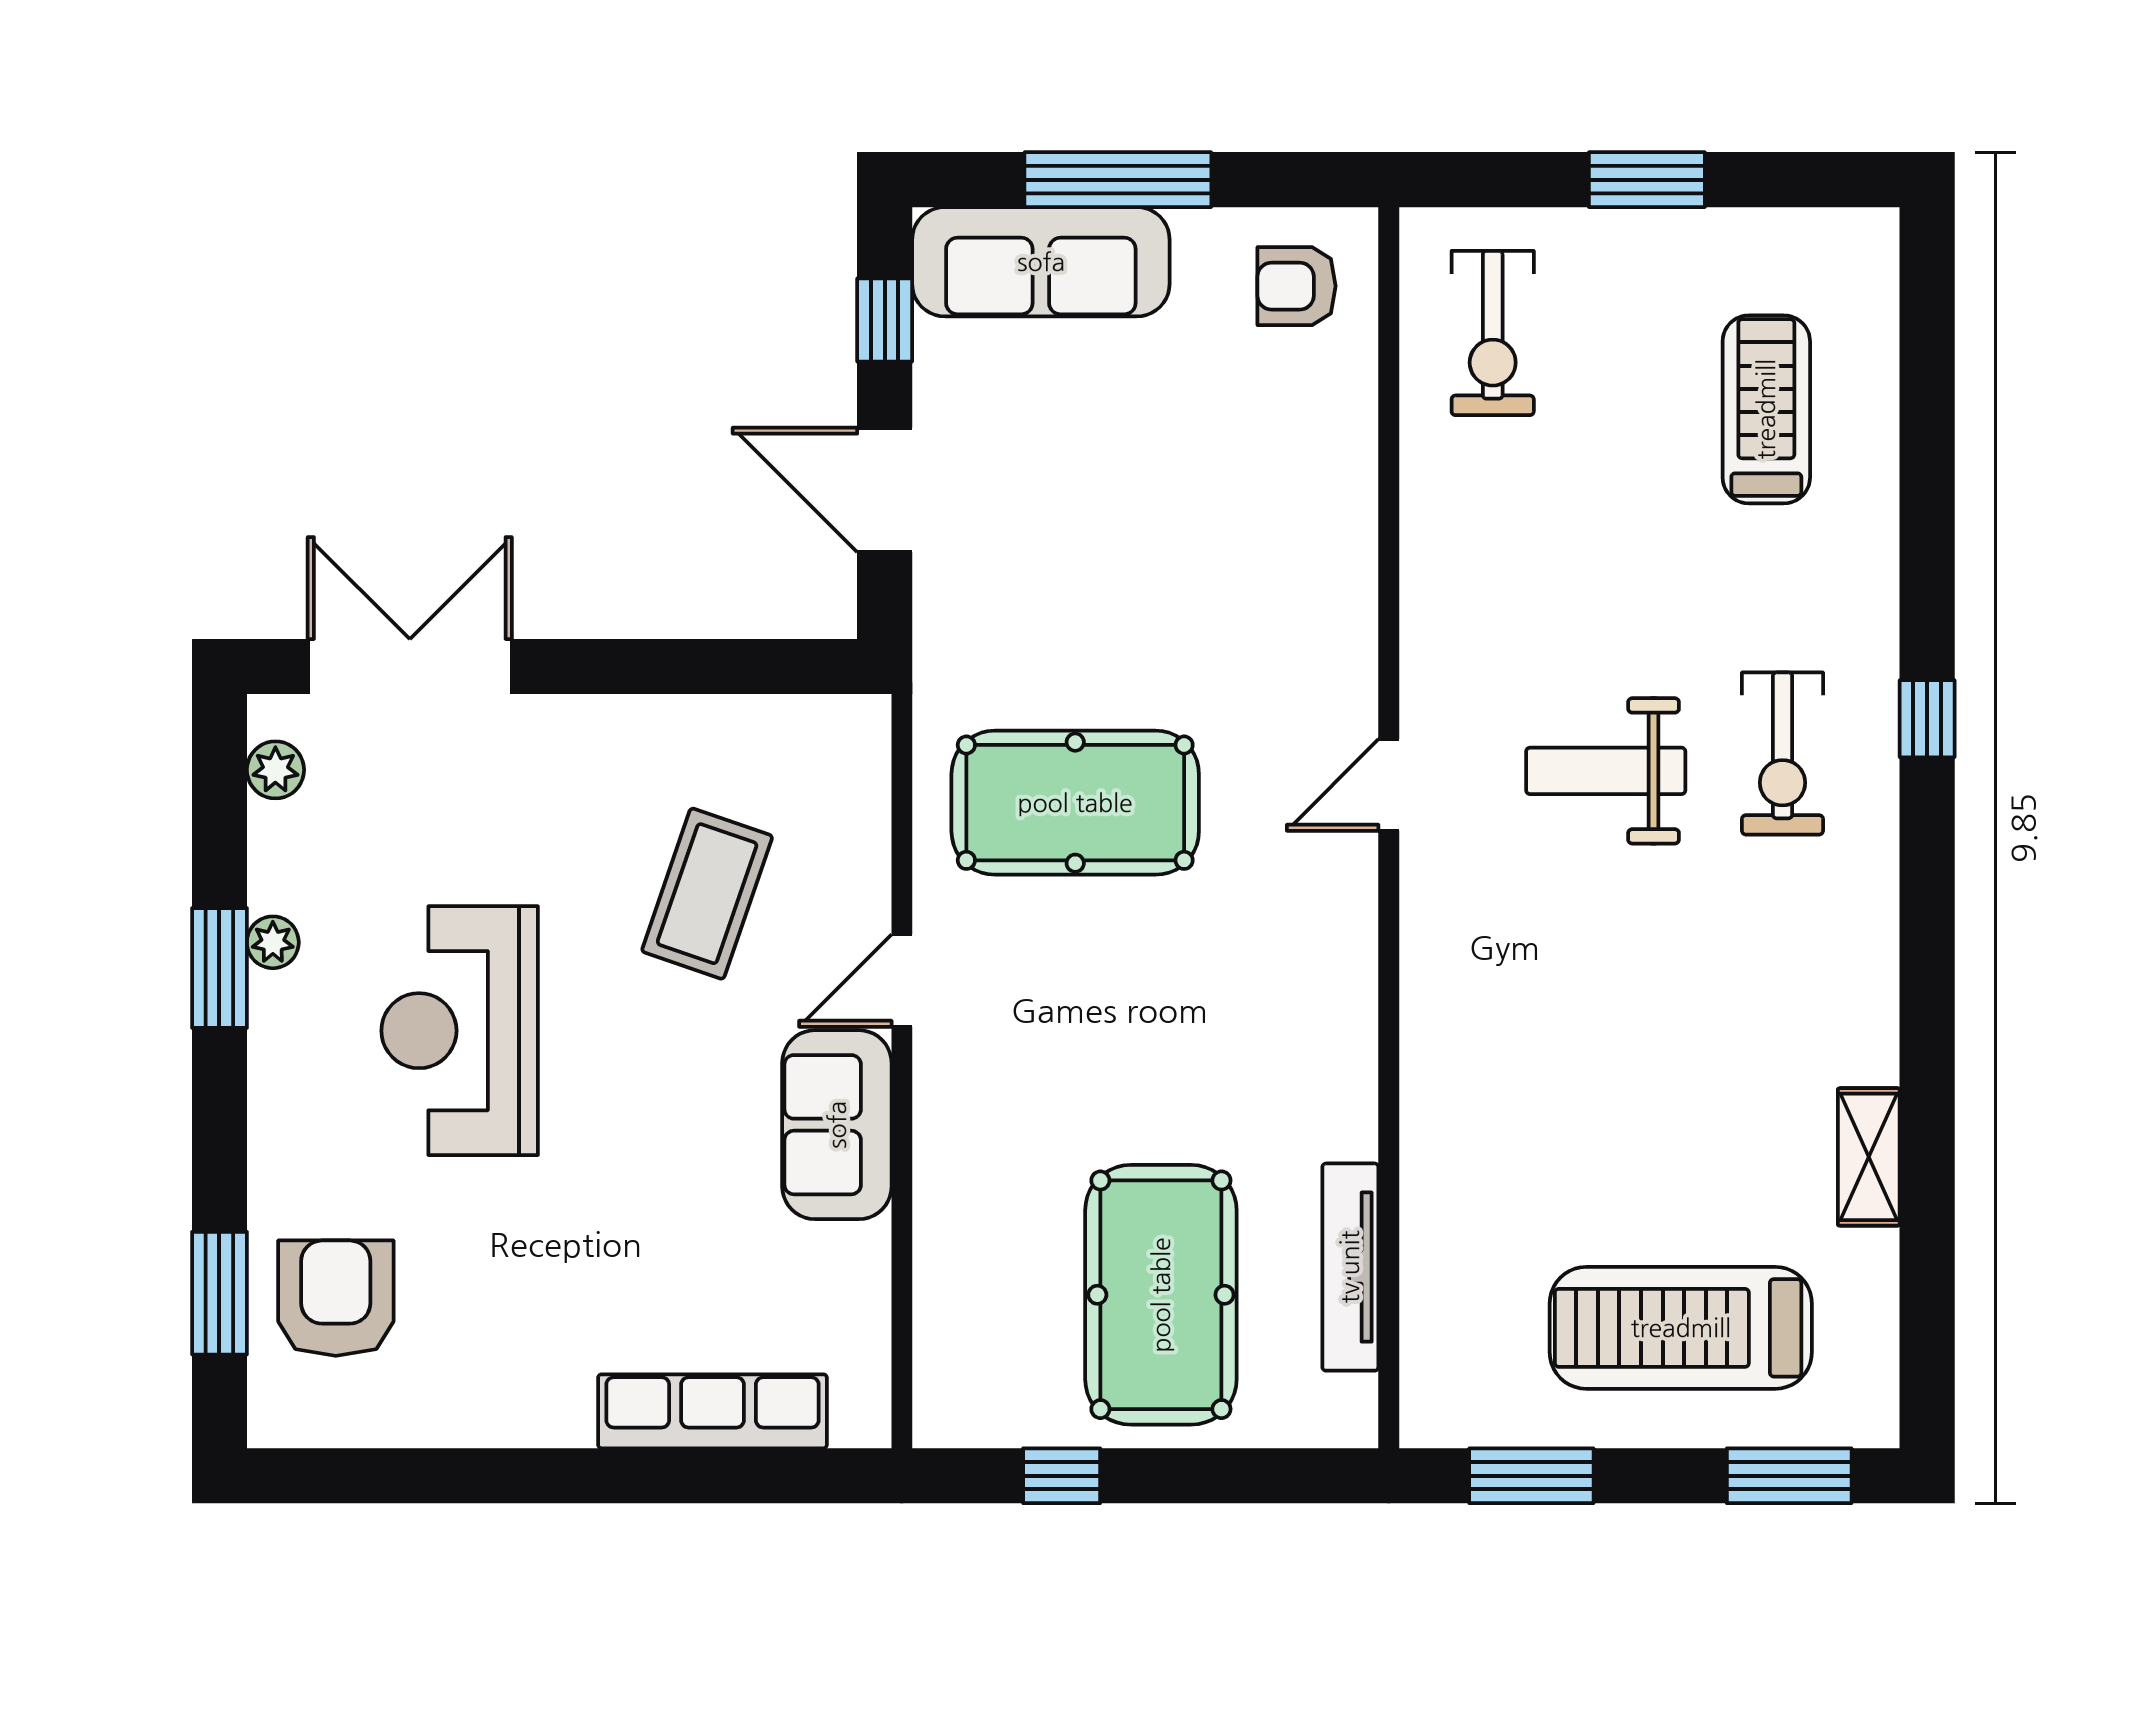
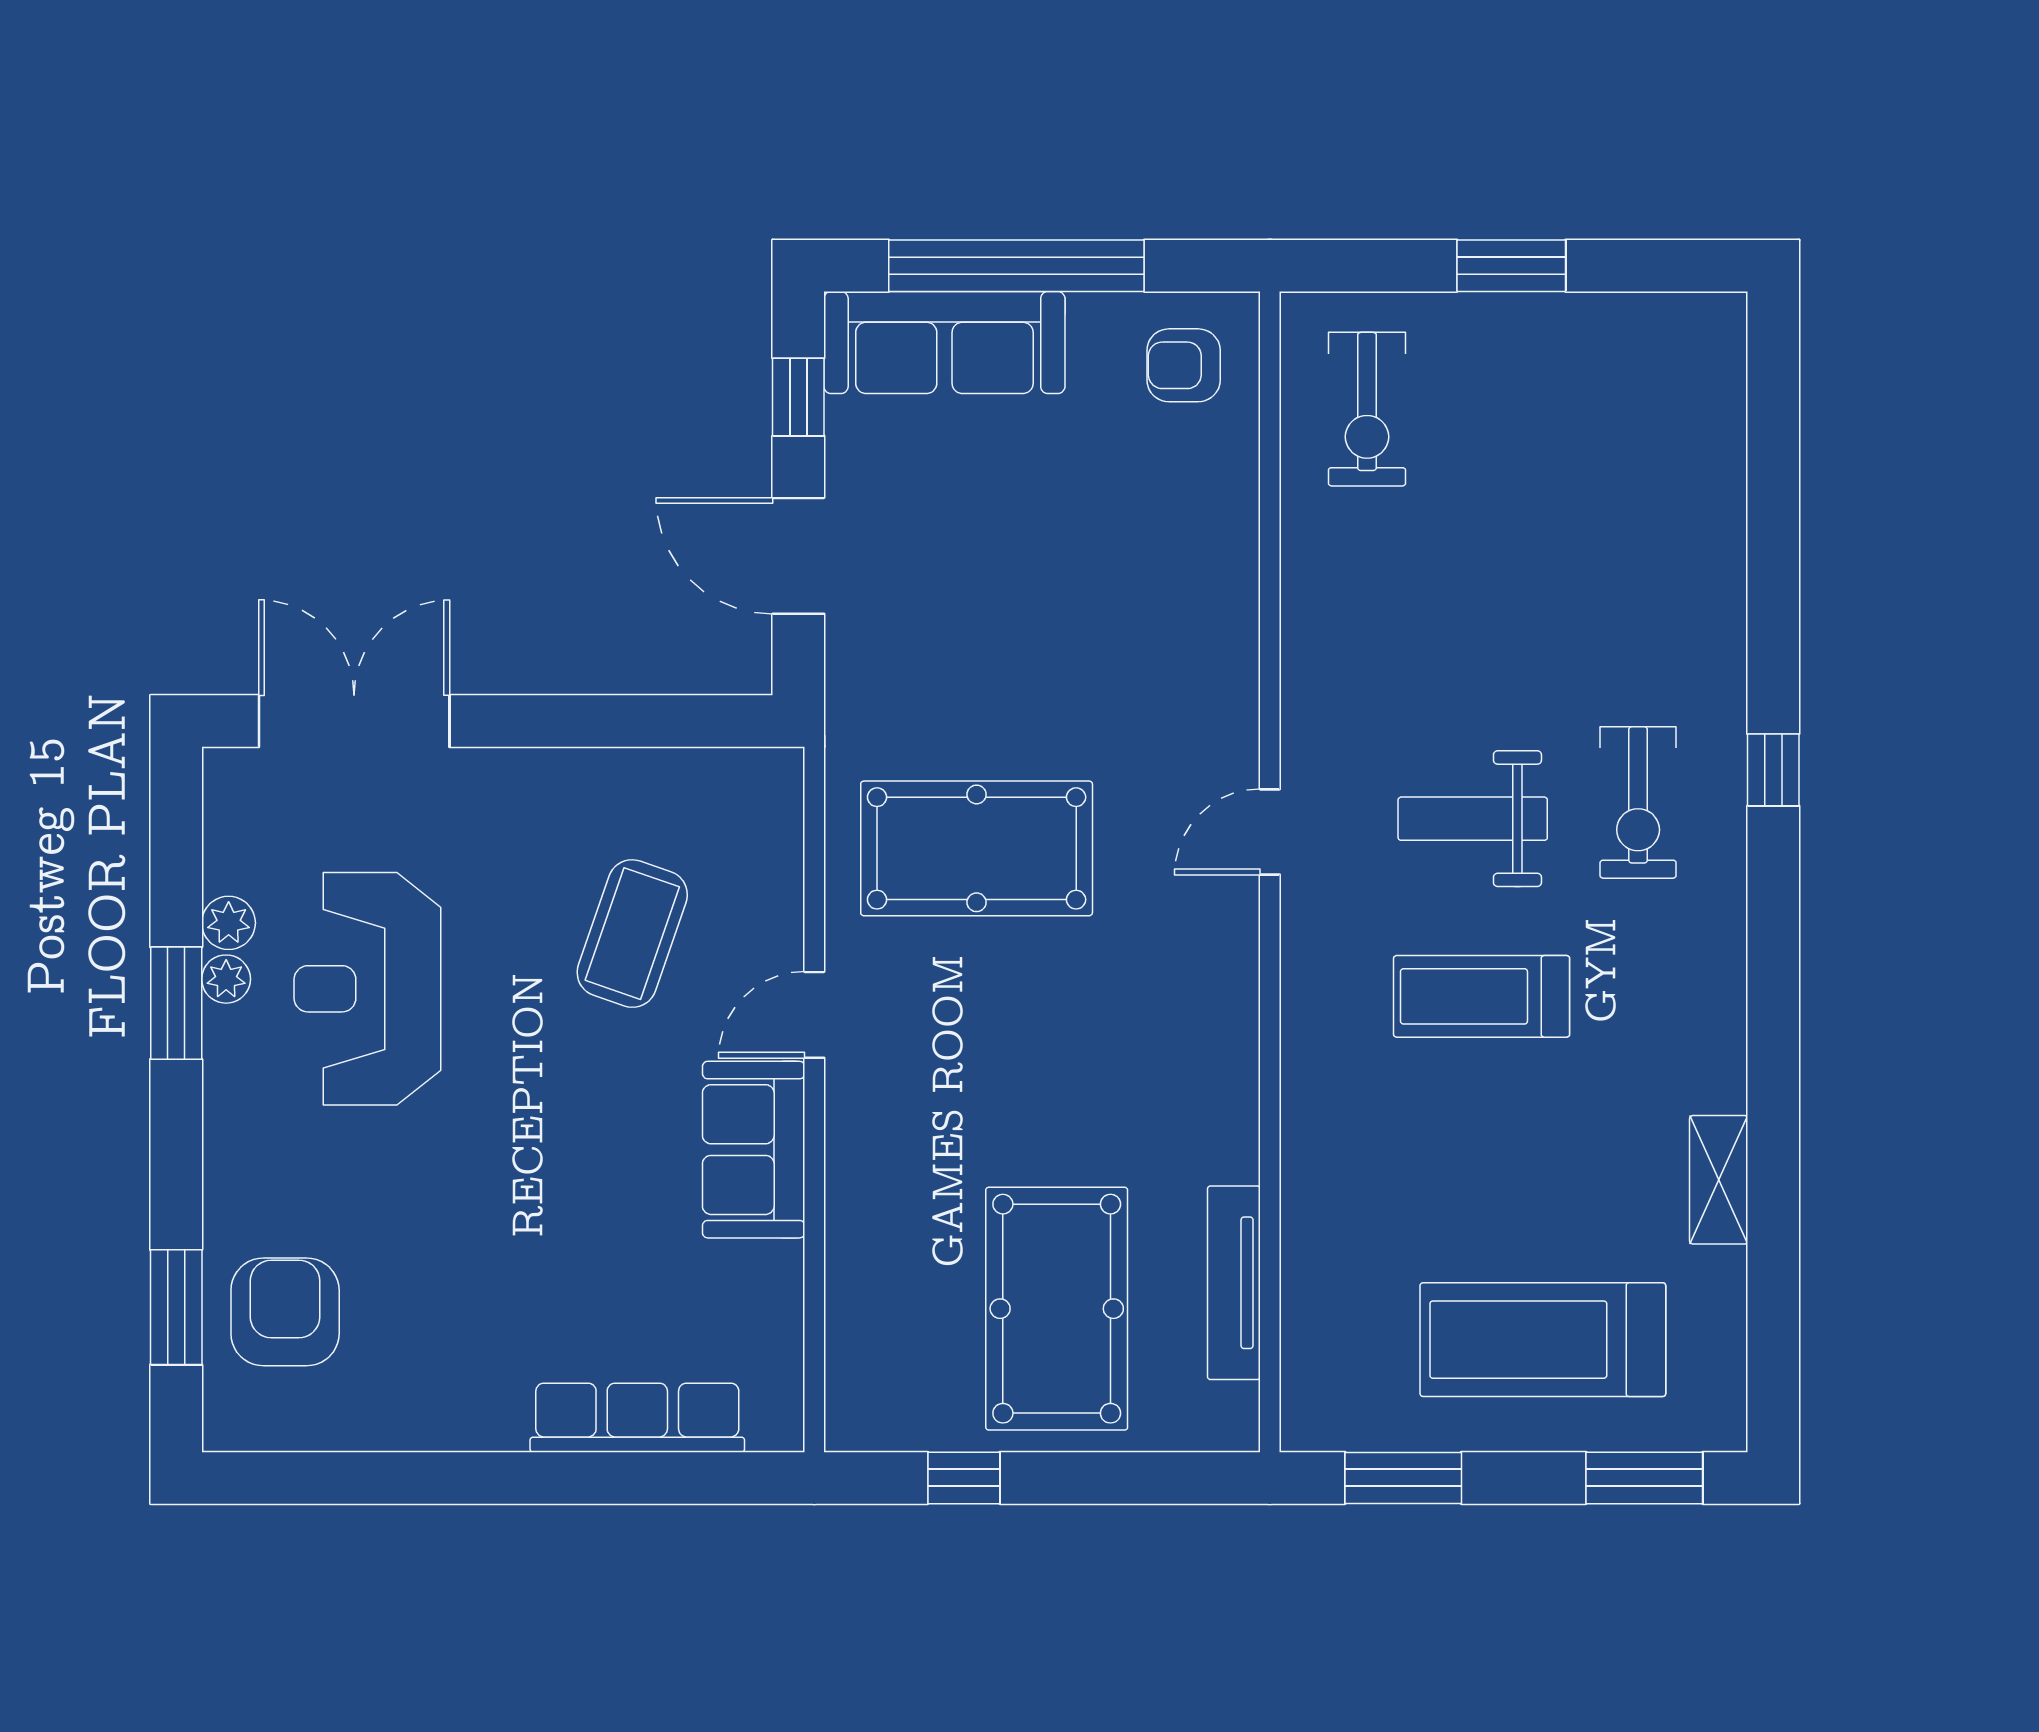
window: (1118, 180) -> (1016, 266), width x1.46
treadmill: (1766, 409) -> (1482, 996), moved, turned -90
plant: (275, 770) -> (229, 923), moved
reception desk: (460, 1031) -> (367, 989), moved

